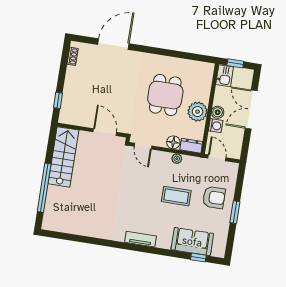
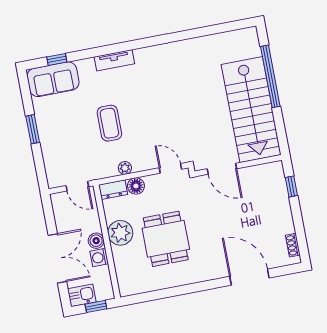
door: (113, 44) -> (249, 277), swing flipped
kitchen sink: (225, 76) -> (82, 295), moved, turned 90
washing machine: (216, 126) -> (99, 258), moved
stairs: (63, 157) -> (251, 110), width x1.36, depth x1.51
coffee table: (176, 196) -> (109, 123), turned 90
armchair: (214, 197) -> (64, 138), removed
tv unit: (141, 239) -> (114, 60), moved
sofa: (192, 242) -> (53, 79), moved

